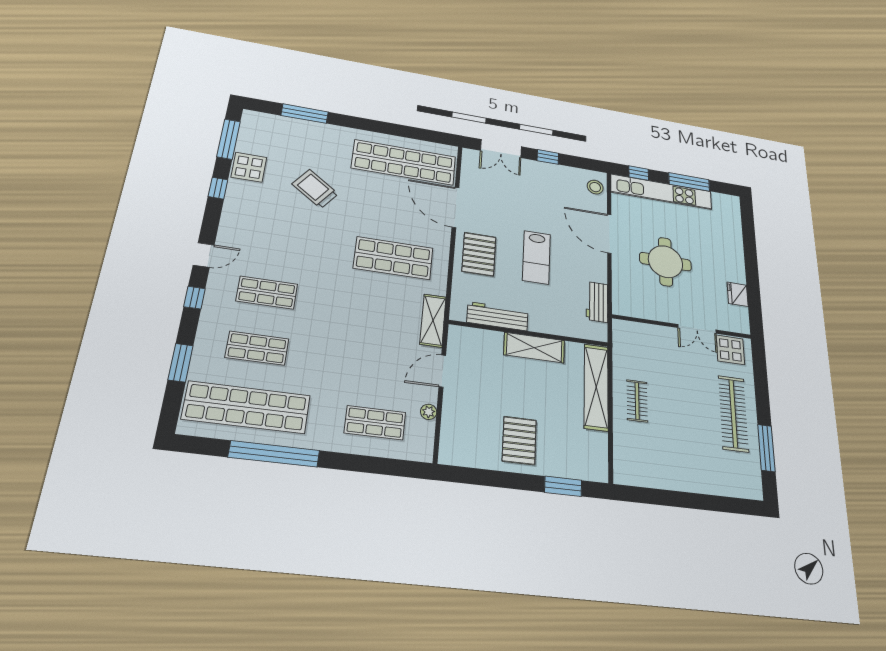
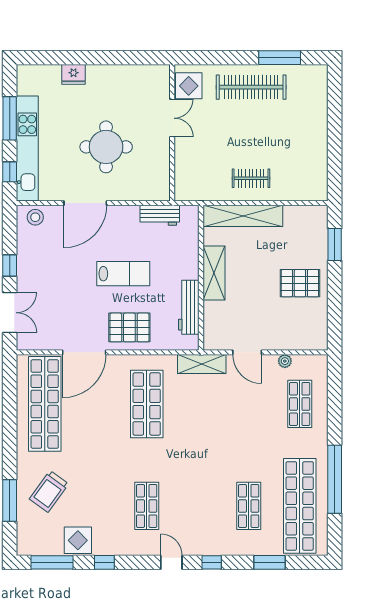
trolley: (315, 189) -> (49, 491), moved
shop shelf: (267, 293) -> (147, 506), moved
fridge: (738, 294) -> (74, 74), moved

